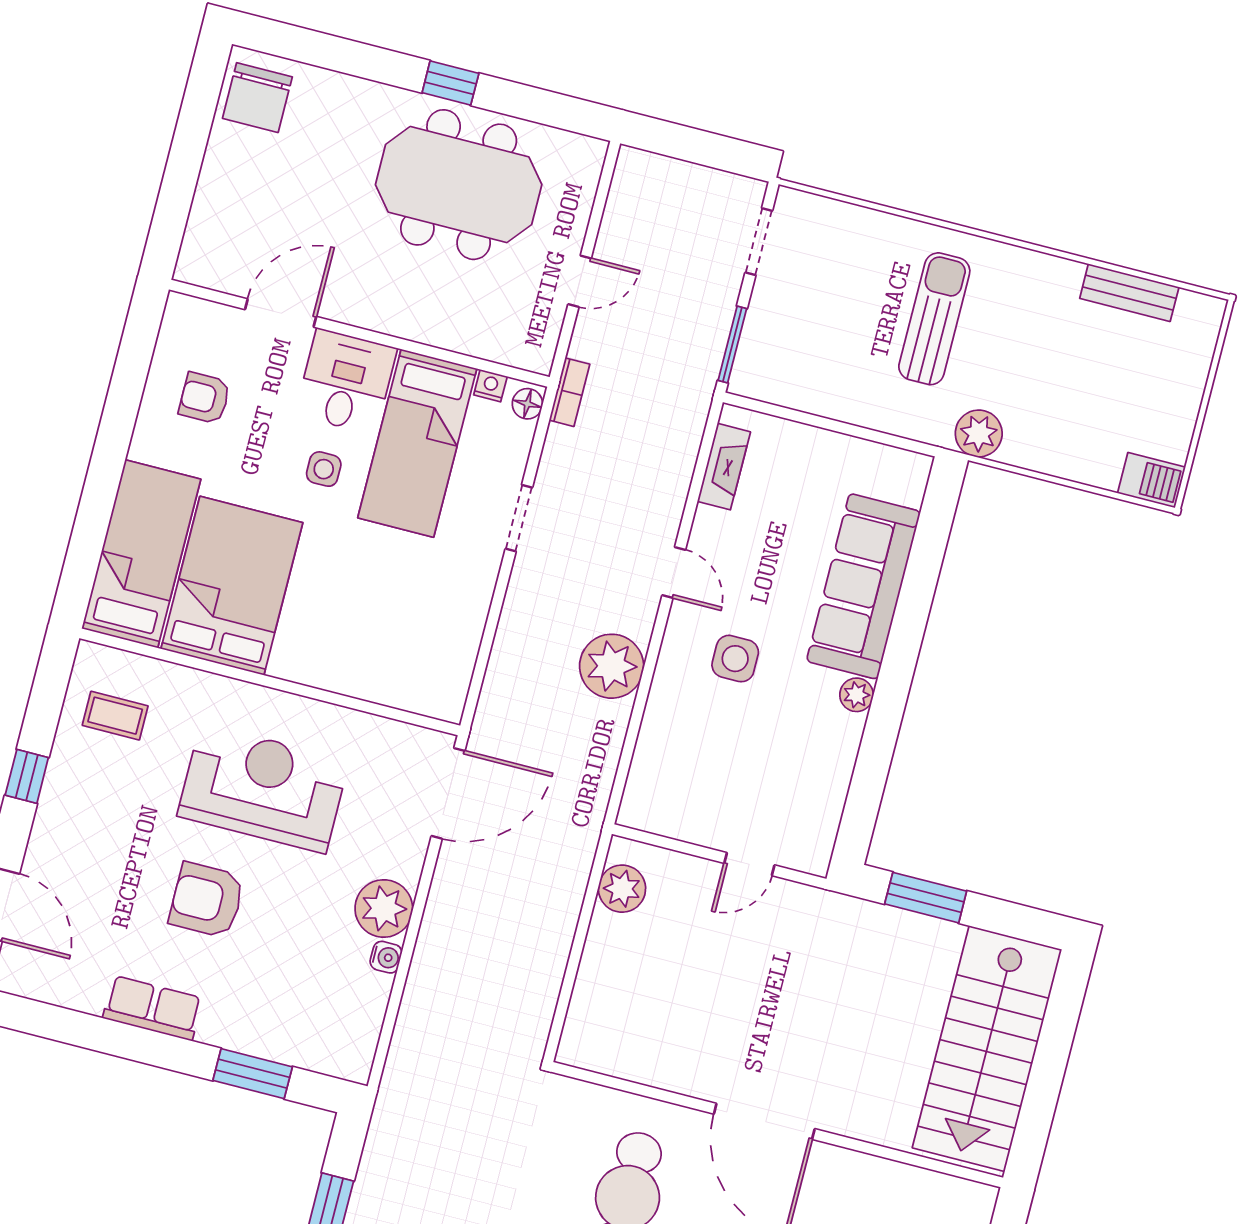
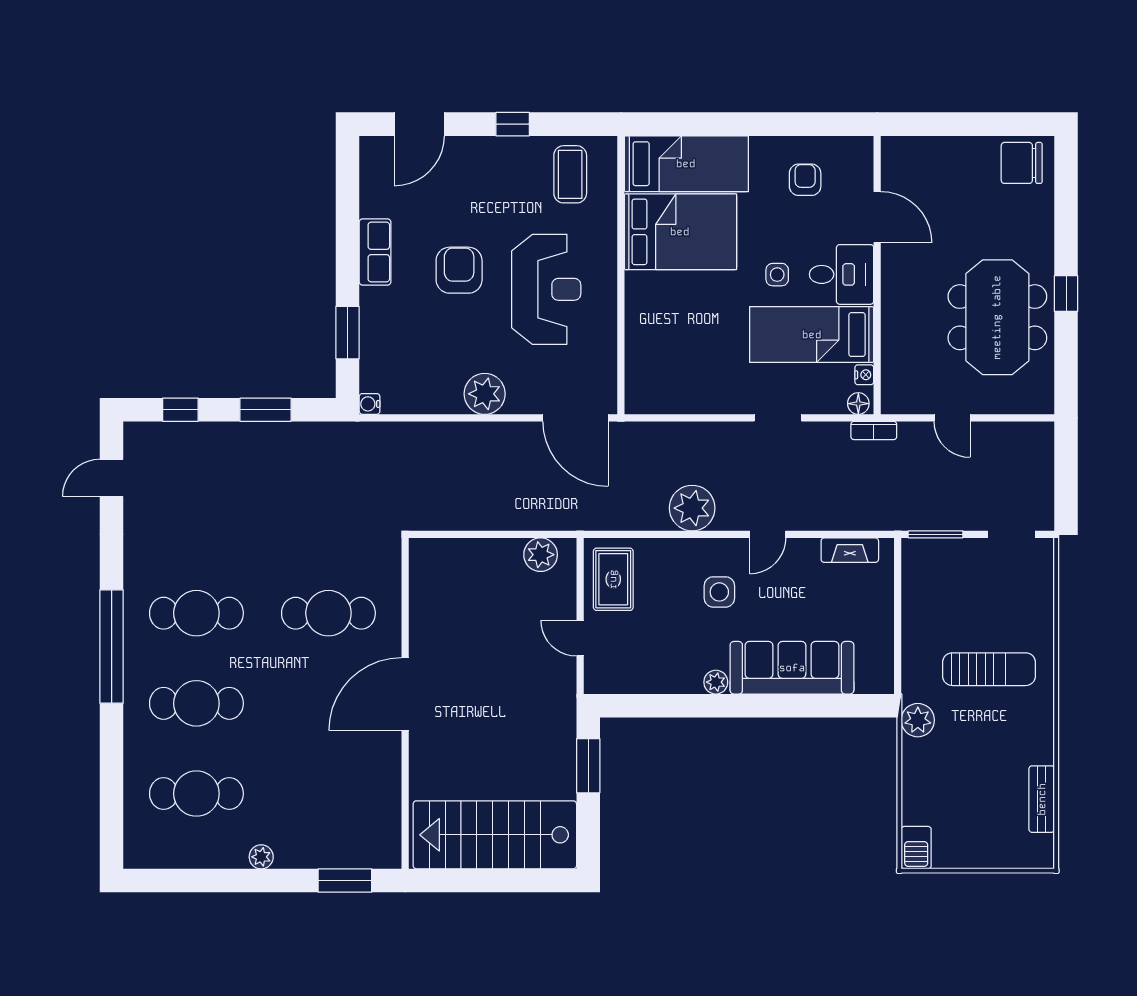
coffee table: (115, 716) -> (570, 174), width x1.36, depth x1.30
rug: (681, 798) -> (613, 579), added
water cooler: (386, 957) -> (370, 404), moved, turned 90

